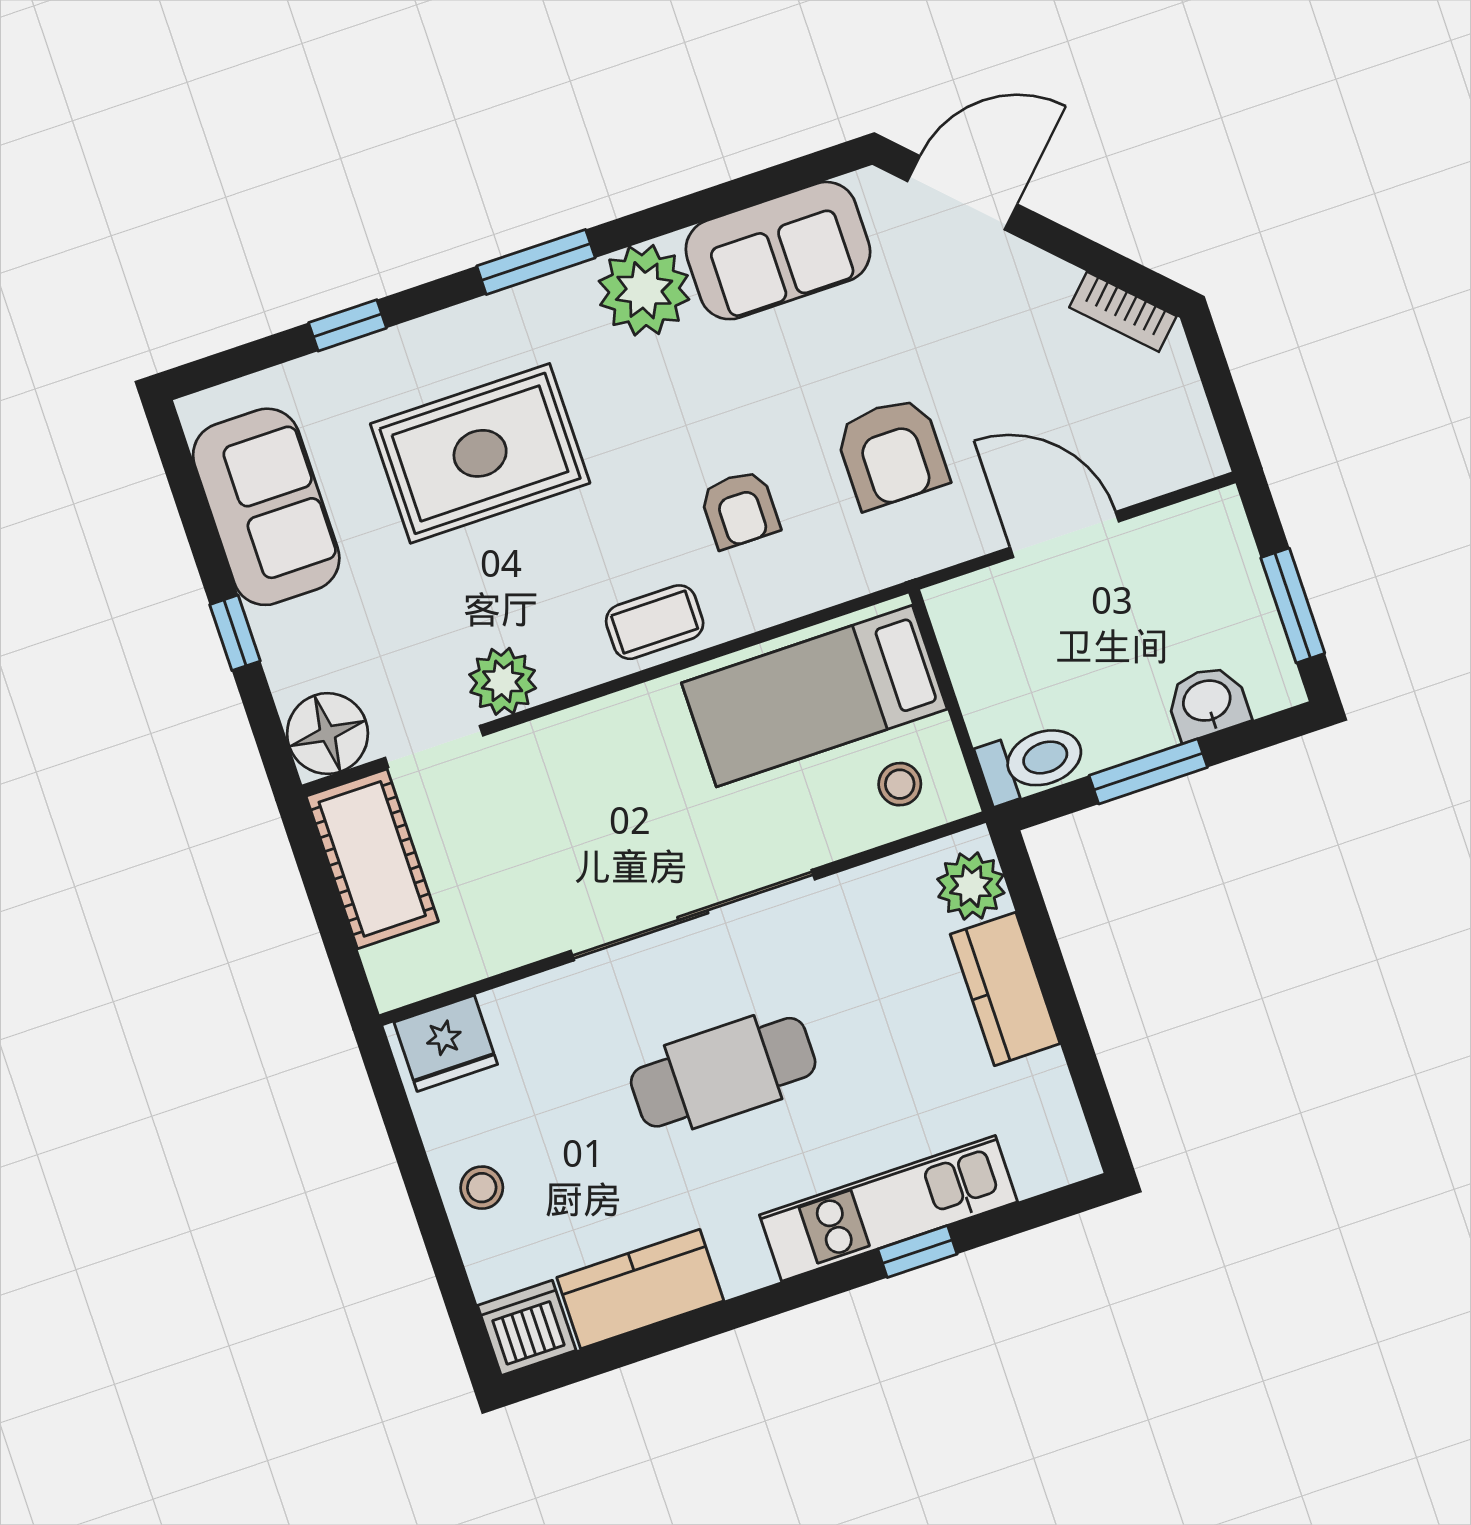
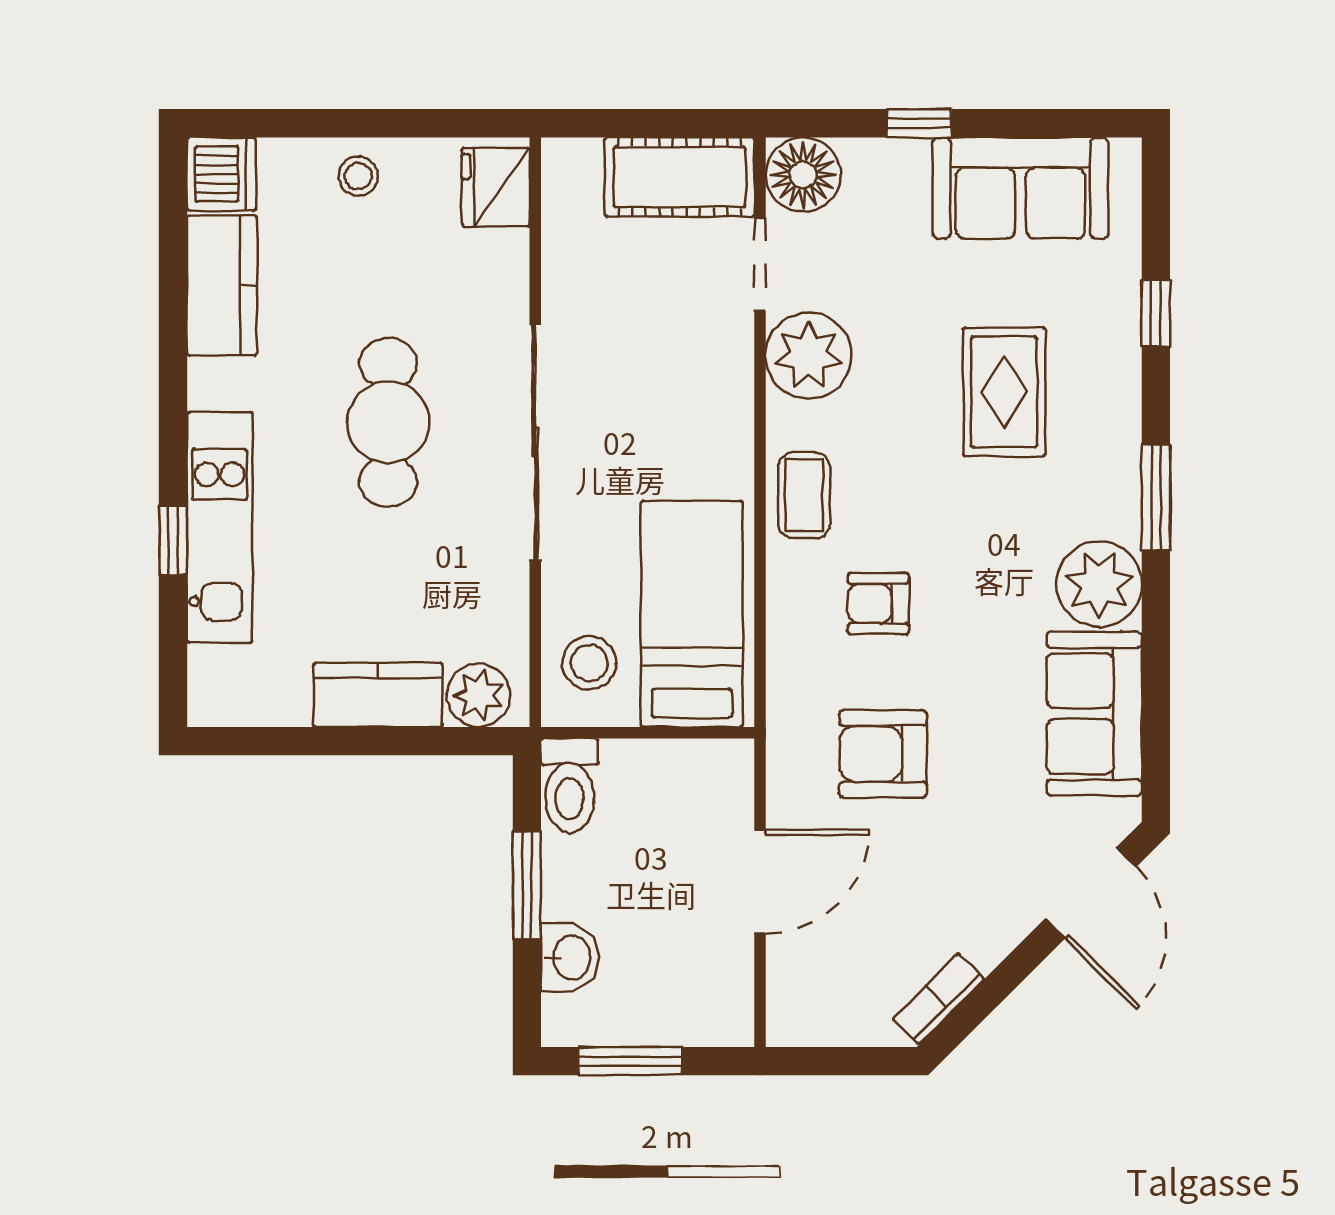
rug: (480, 453) -> (1004, 392), width x0.73, depth x0.70
plant: (503, 681) -> (809, 356), width x1.36, depth x1.36
stool: (900, 784) -> (589, 663), width x1.37, depth x1.37

